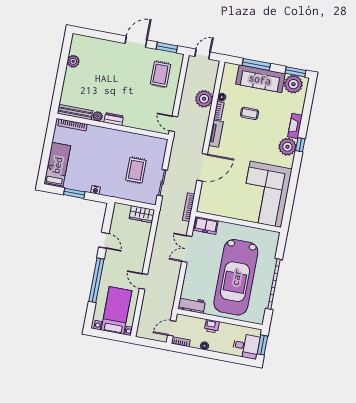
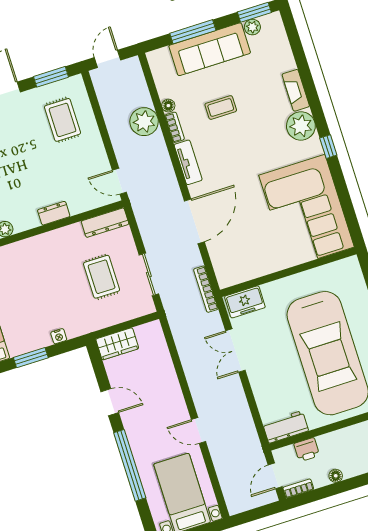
plant: (293, 84) -> (252, 27), width x0.53, depth x0.53
dresser: (114, 119) -> (54, 213), moved
dresser: (154, 142) -> (105, 223), added
window: (300, 145) -> (328, 147), moved
wardrobe: (142, 214) -> (117, 344), moved
printer: (212, 326) -> (307, 450), moved

